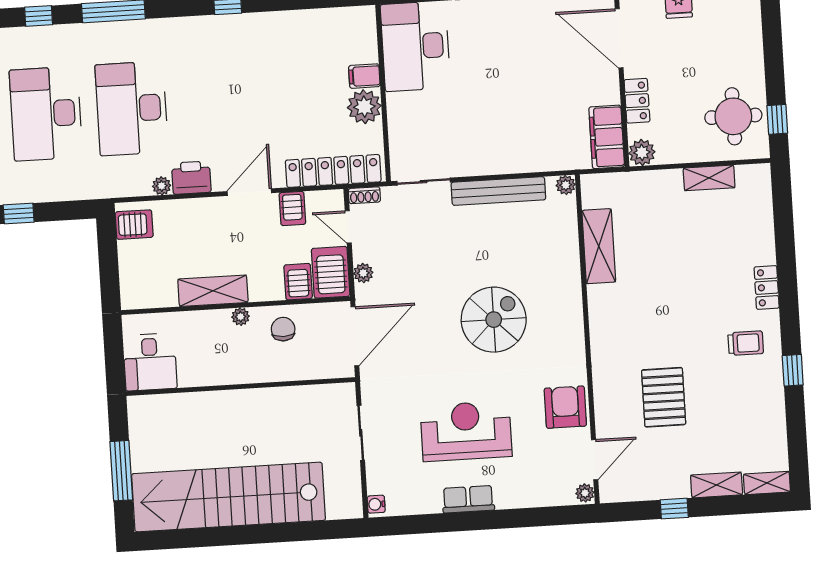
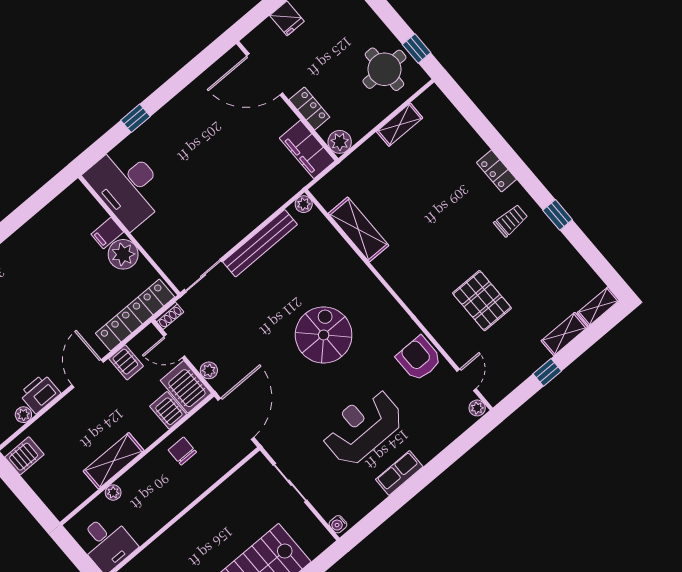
plant: (241, 317) -> (113, 493), moved
door: (595, 460) -> (467, 380), width x0.73

